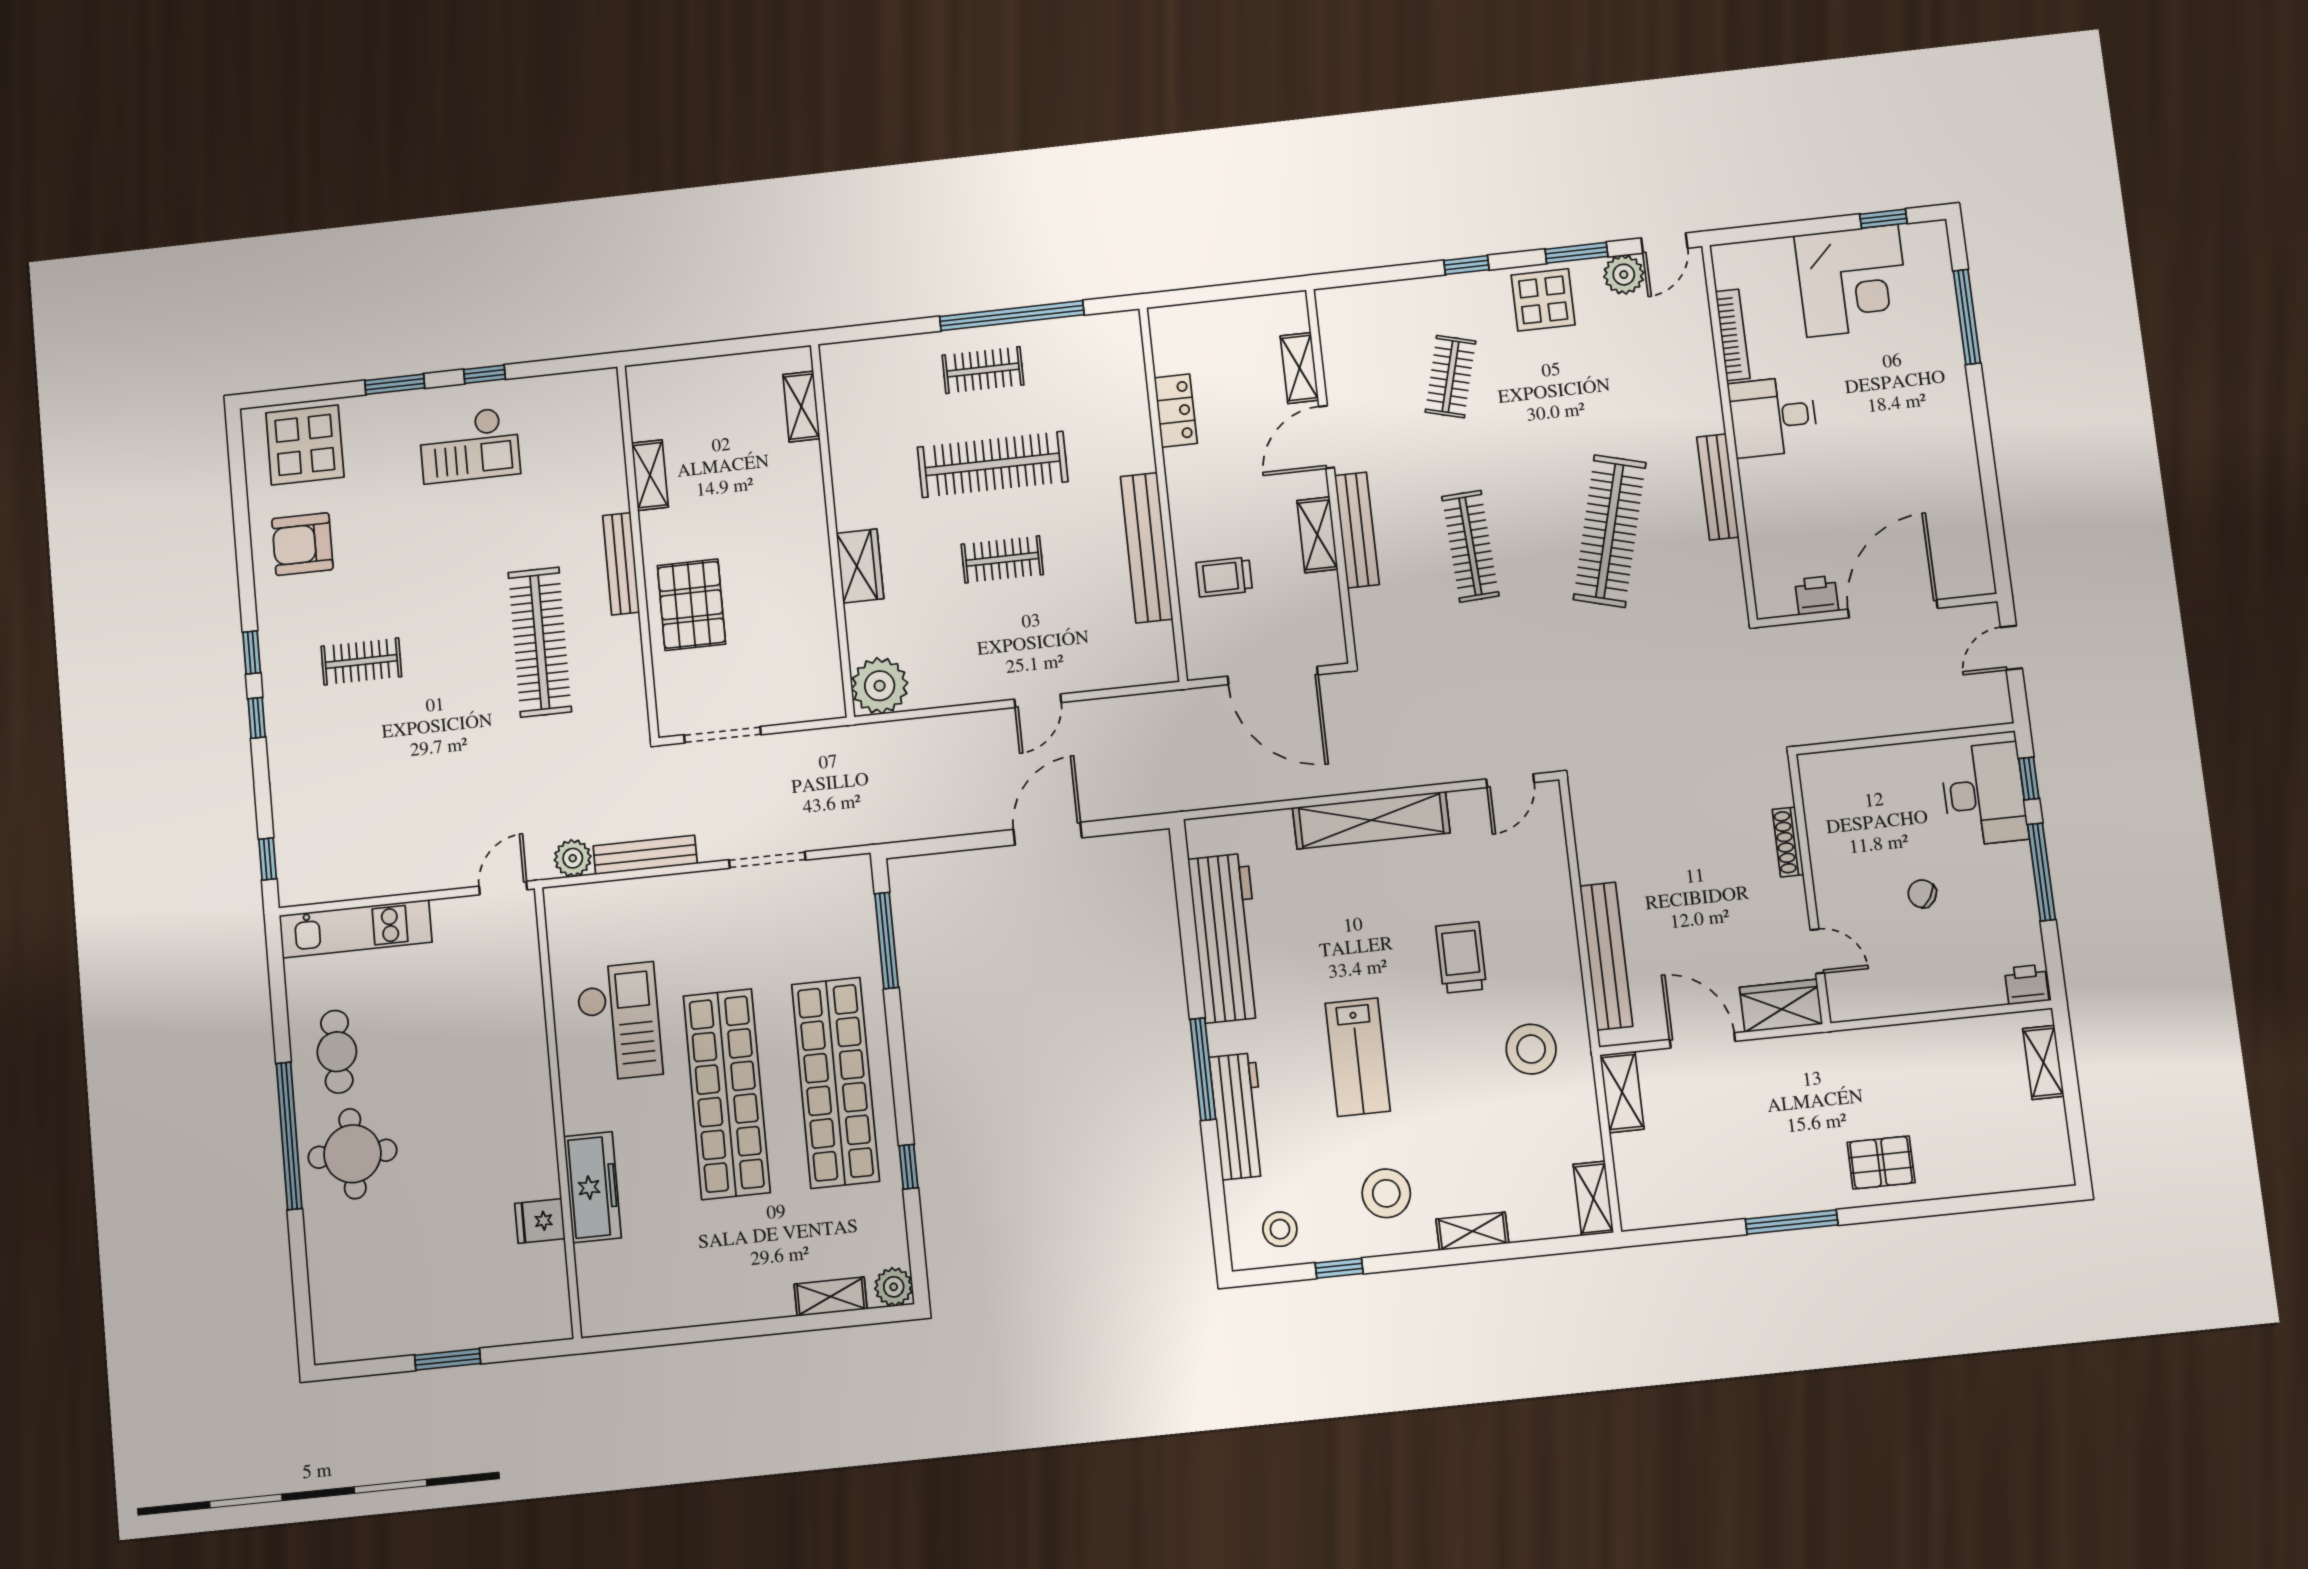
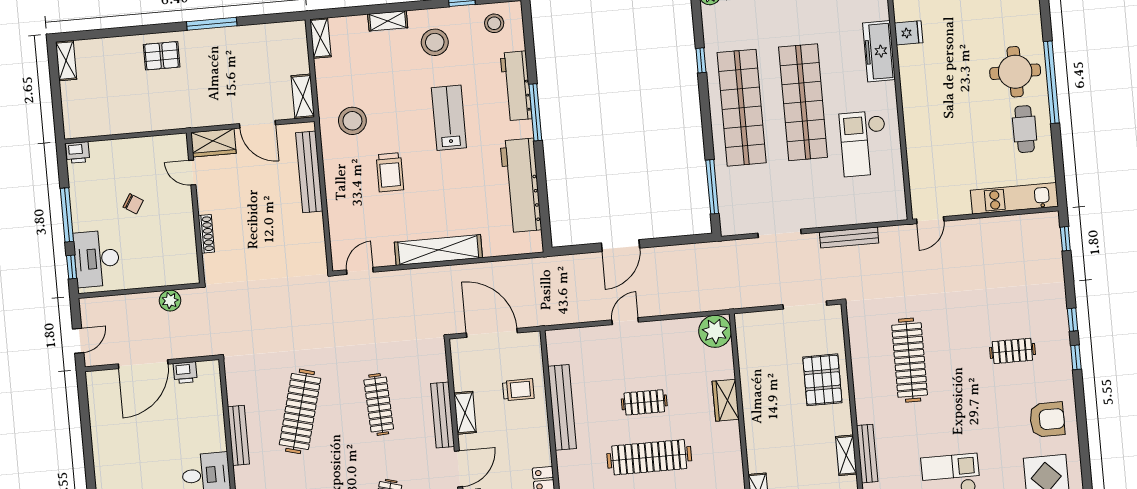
bench: (621, 564) -> (867, 454), moved
plant: (573, 858) -> (170, 301), moved
shelving: (2043, 1062) -> (66, 61), moved

